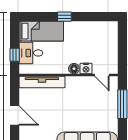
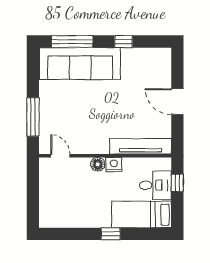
nightstand: (86, 68) -> (114, 164), moved

